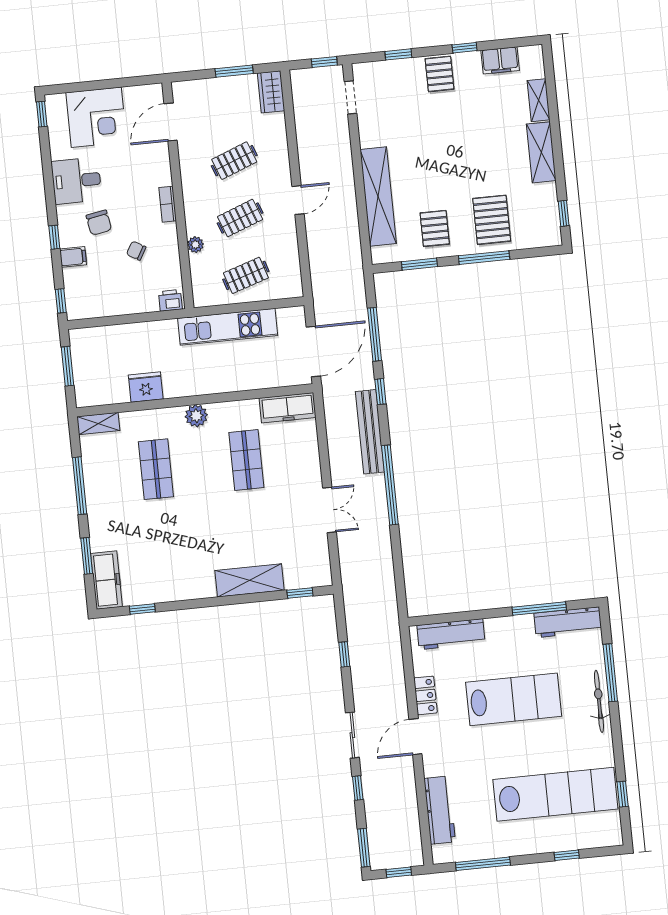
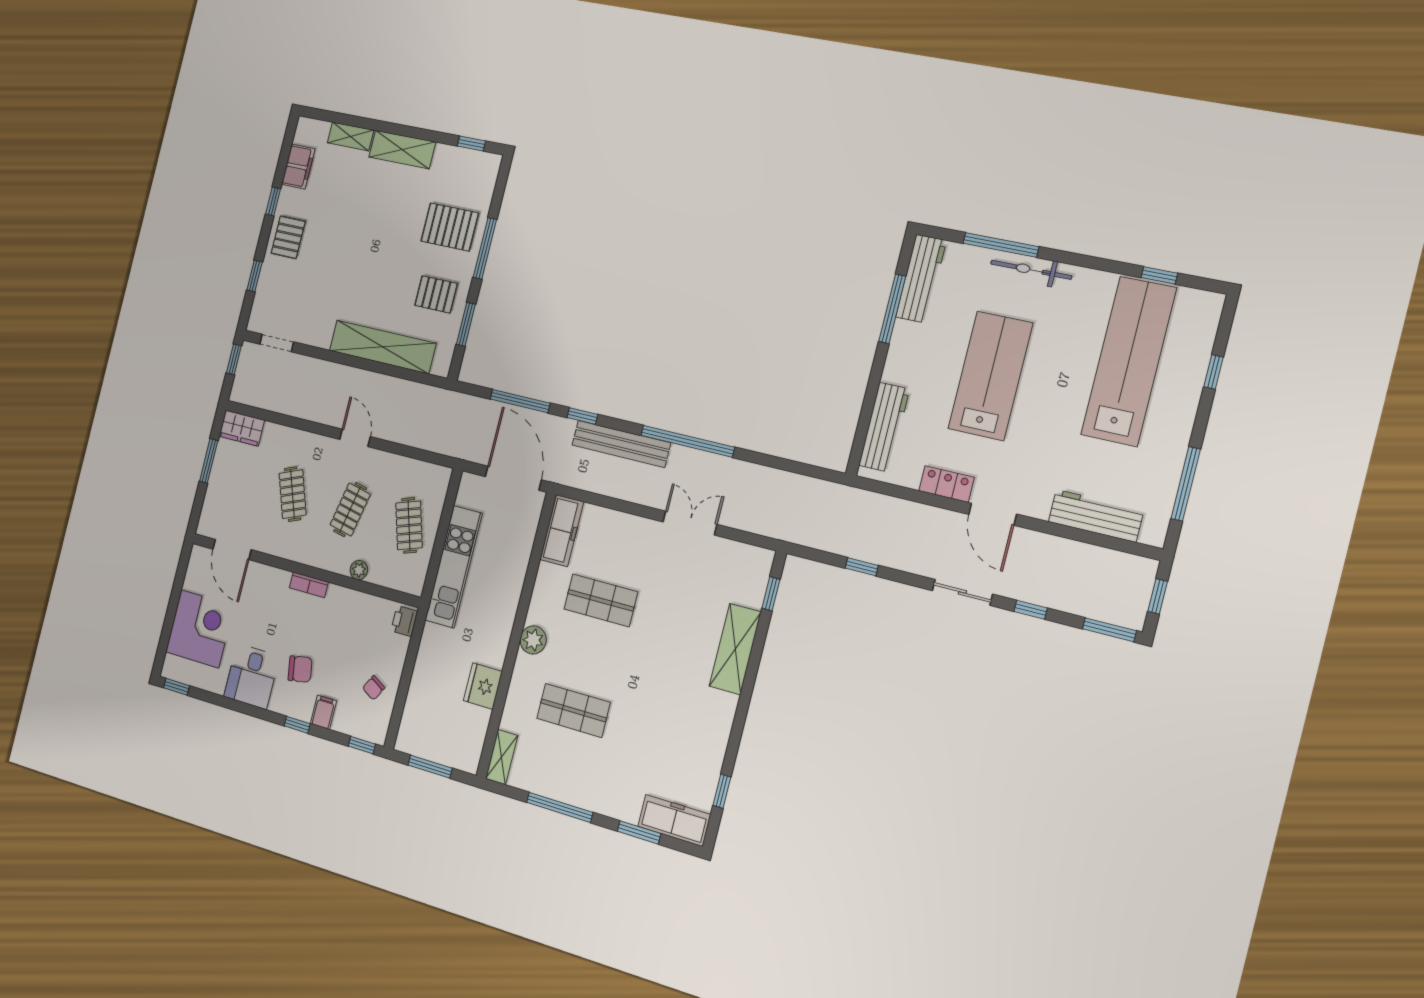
pallet: (440, 74) -> (288, 237), turned 90
clothes rail: (240, 218) -> (350, 510), turned 33
chair: (136, 251) -> (374, 688), moved

